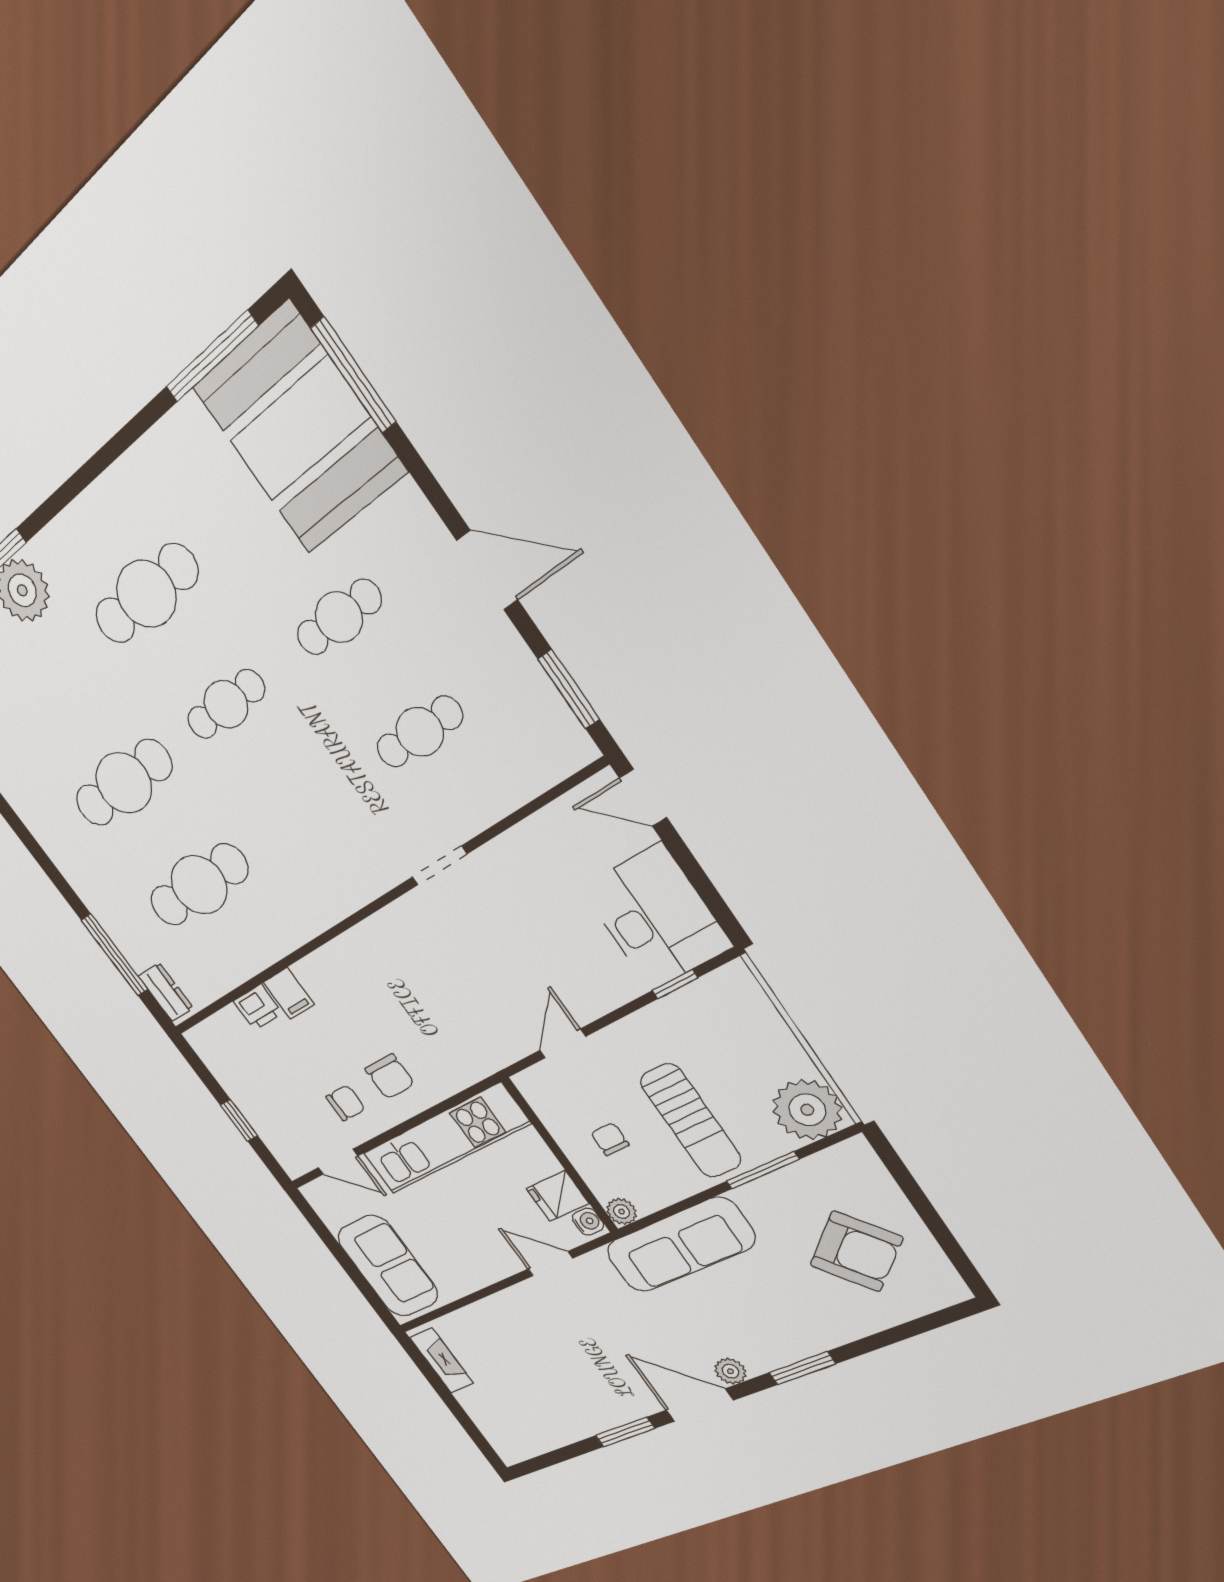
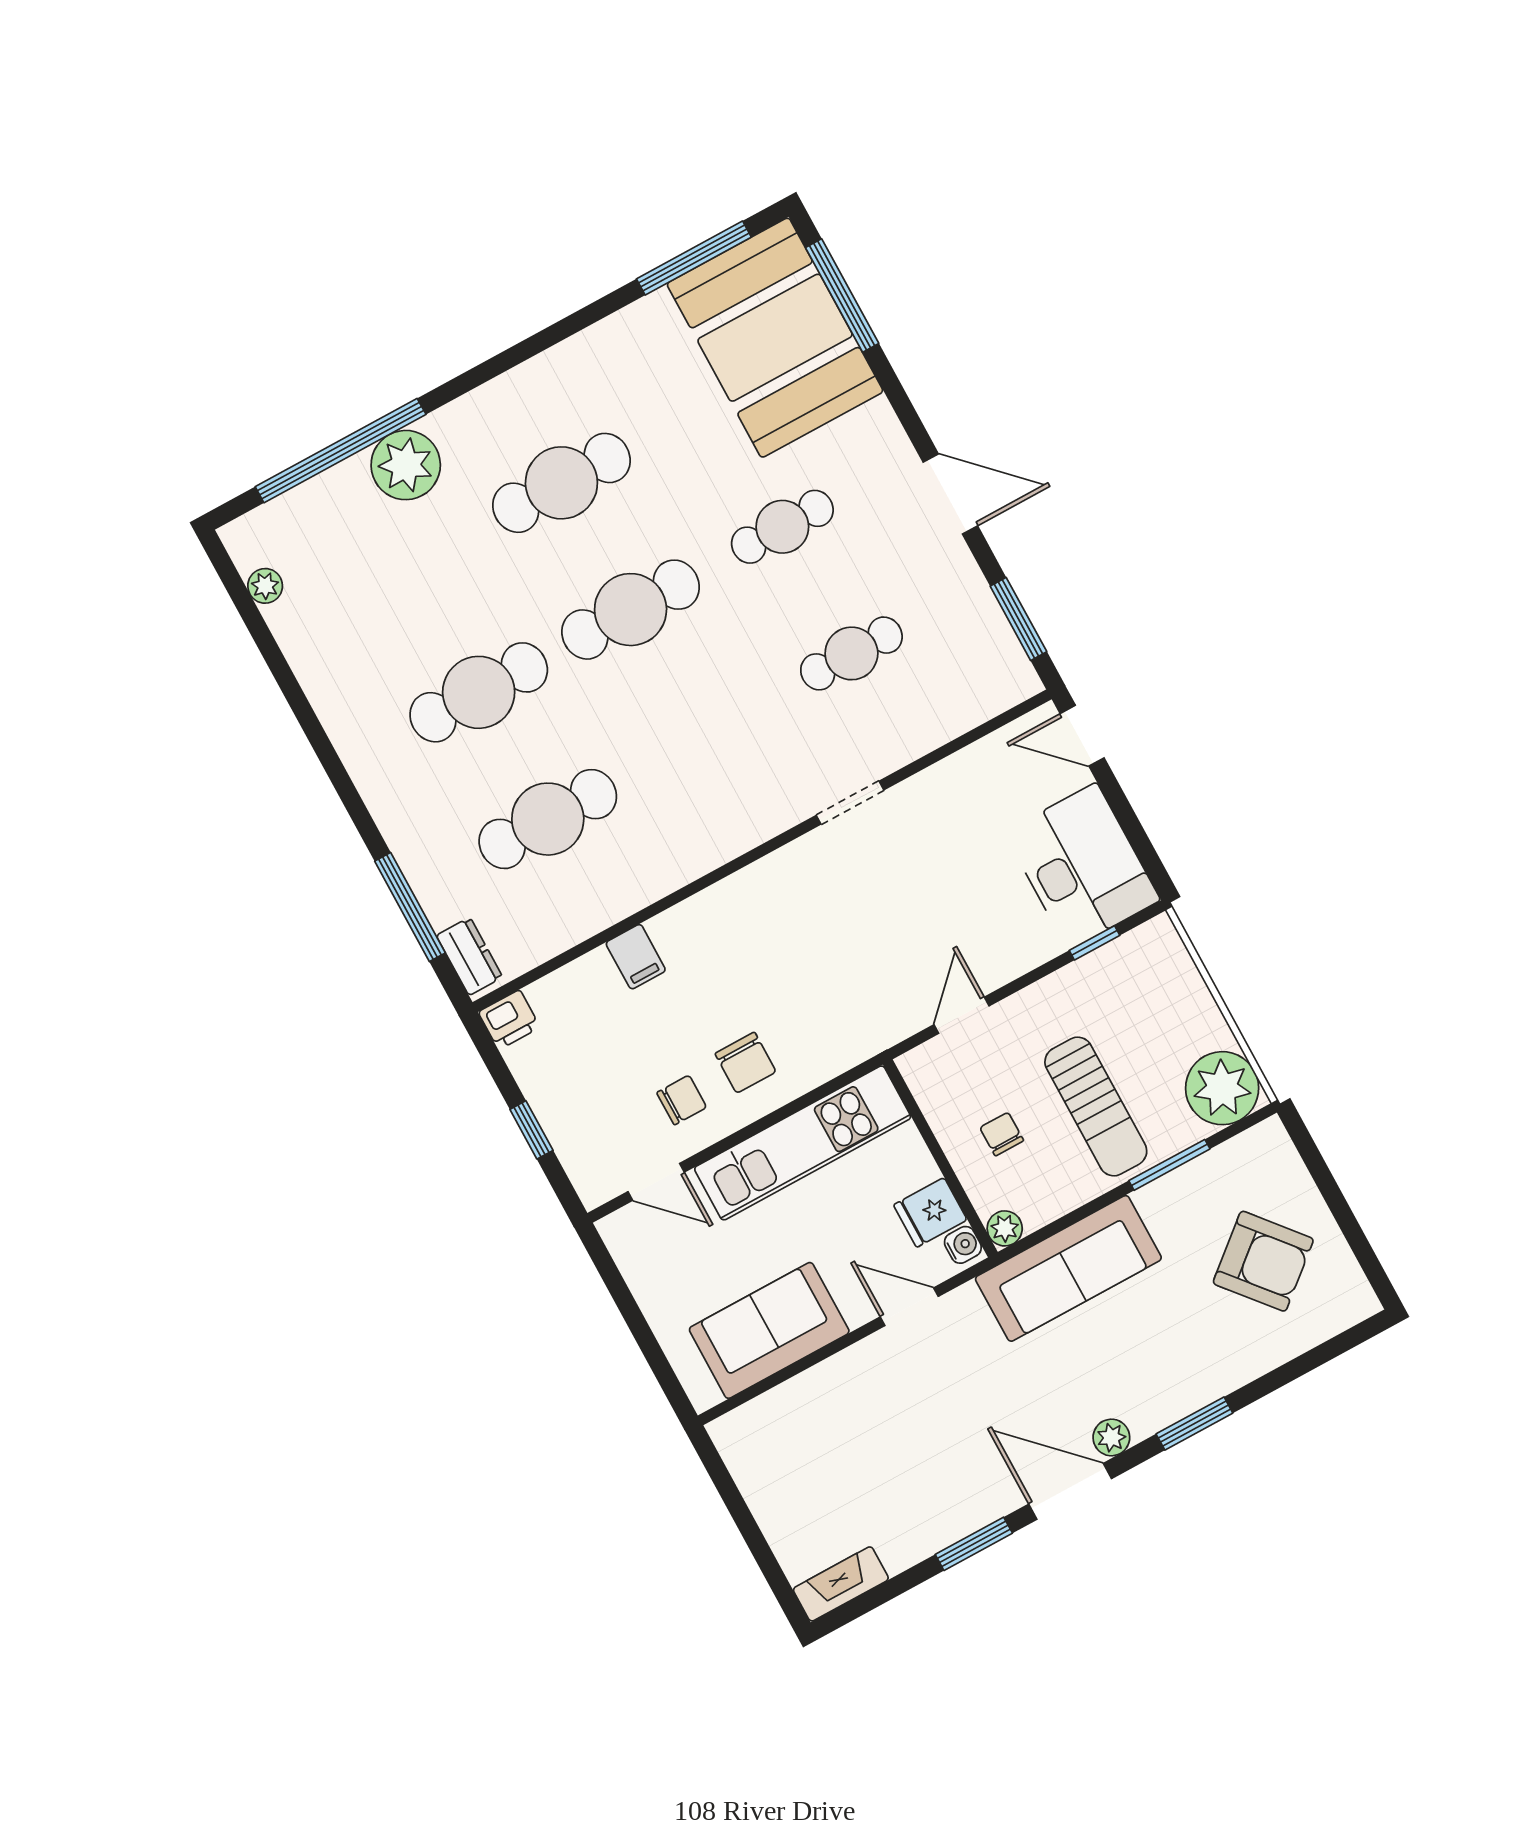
cafe table: (226, 704) -> (631, 610), width x1.37, depth x1.35
printer: (258, 1007) -> (509, 1020), moved
sofa: (388, 1266) -> (769, 1330), moved, turned -90
fireplace: (442, 1360) -> (841, 1584), moved, turned -90

